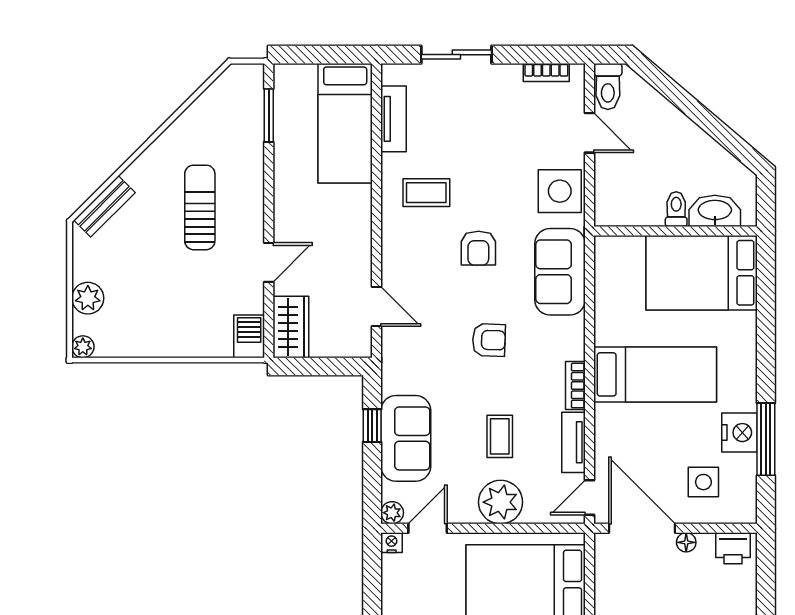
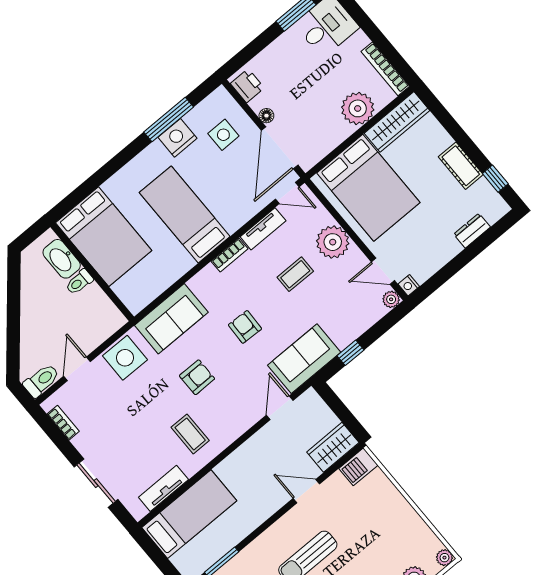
sofa: (406, 438) -> (304, 359), moved

